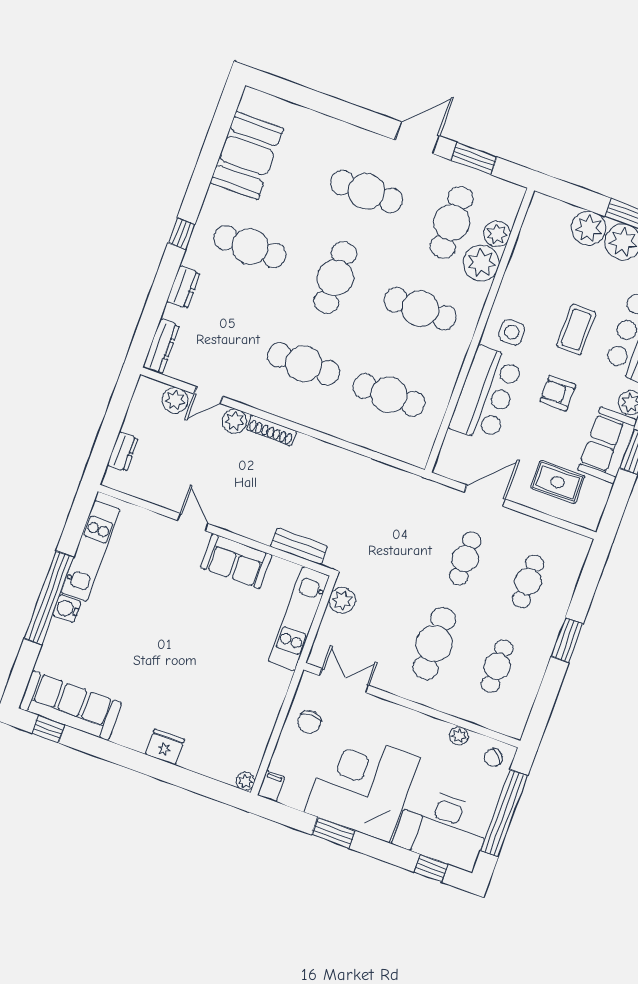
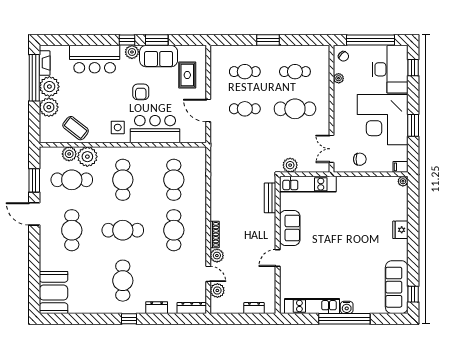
booth: (247, 156) -> (54, 293), moved, turned 90
coffee table: (576, 330) -> (76, 128), moved, turned 38

